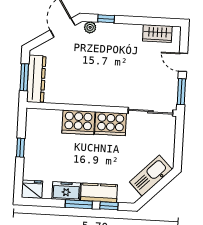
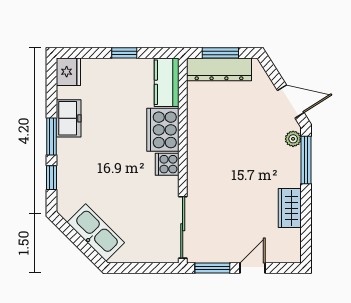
window: (106, 19) -> (306, 160), width x2.17
wardrobe: (157, 34) -> (290, 208), moved
cooker: (111, 124) -> (167, 164), width x0.53, depth x0.76
kitchen counter: (99, 193) -> (167, 82), moved, turned 180

